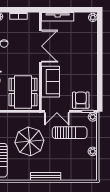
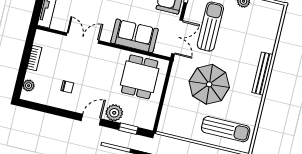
double door: (40, 46) -> (83, 38), width x0.73
dining table: (23, 92) -> (140, 77), width x0.73

